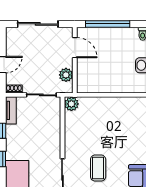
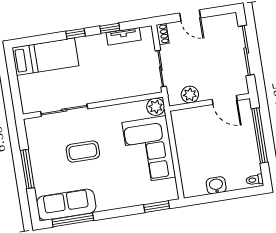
door: (75, 48) -> (225, 100), hinge flipped
tv unit: (11, 110) -> (124, 36), moved
corner sofa: (105, 115) -> (149, 150), added

